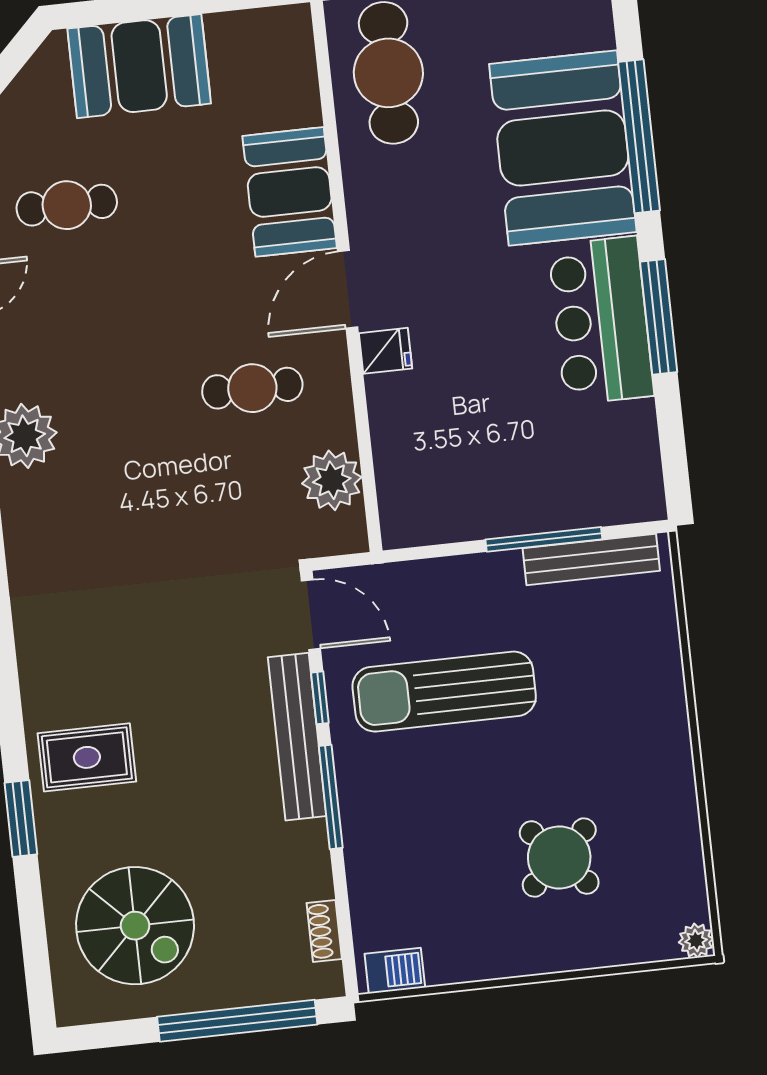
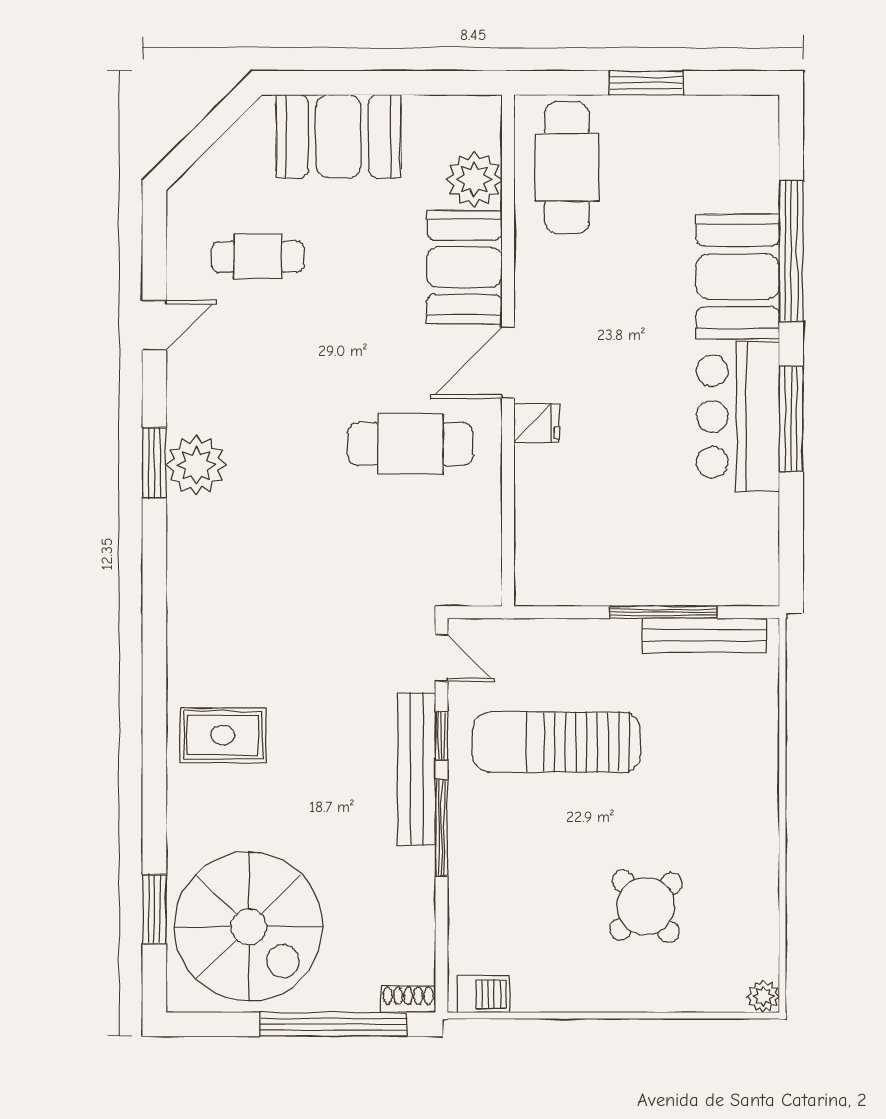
booth: (563, 148) -> (738, 277), width x0.73, depth x0.70
cafe table: (252, 388) -> (410, 444), width x1.37, depth x1.35
plant: (332, 480) -> (474, 180), moved
door: (311, 615) -> (442, 658), width x0.73
rug: (87, 757) -> (223, 735), moved
window: (21, 818) -> (154, 909), moved
spiral stairs: (135, 926) -> (249, 927), width x1.37, depth x1.37
shoe rack: (324, 931) -> (408, 999), moved, turned 90

